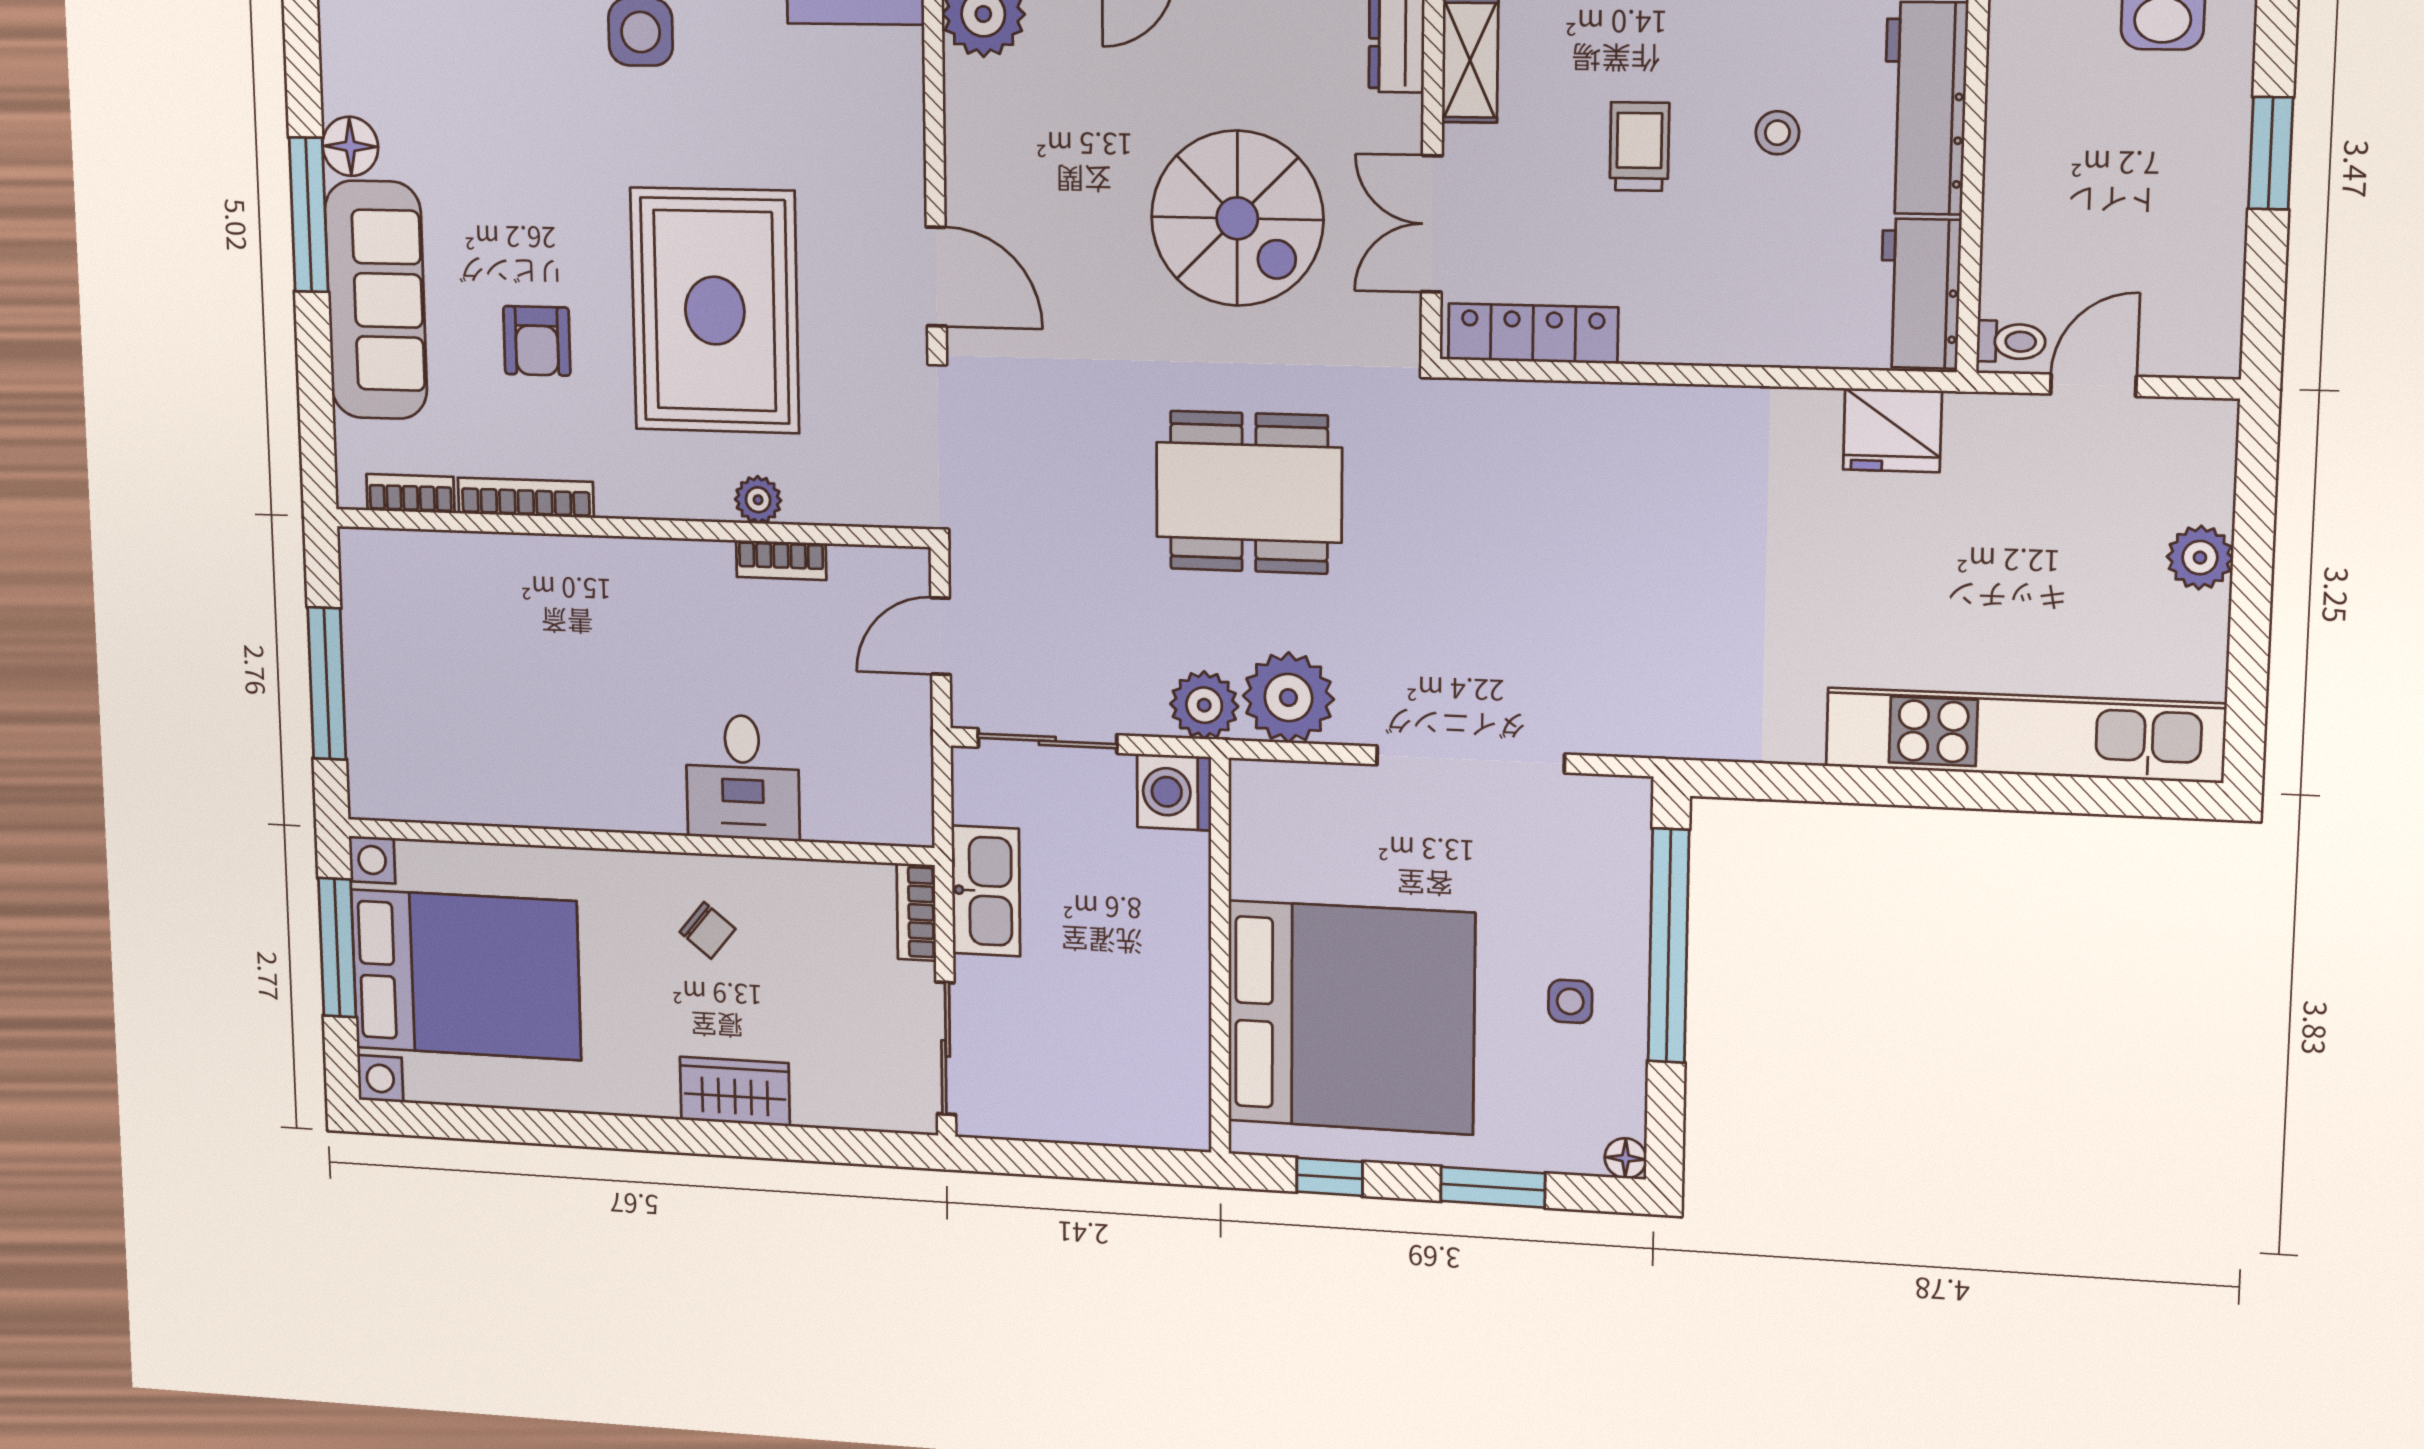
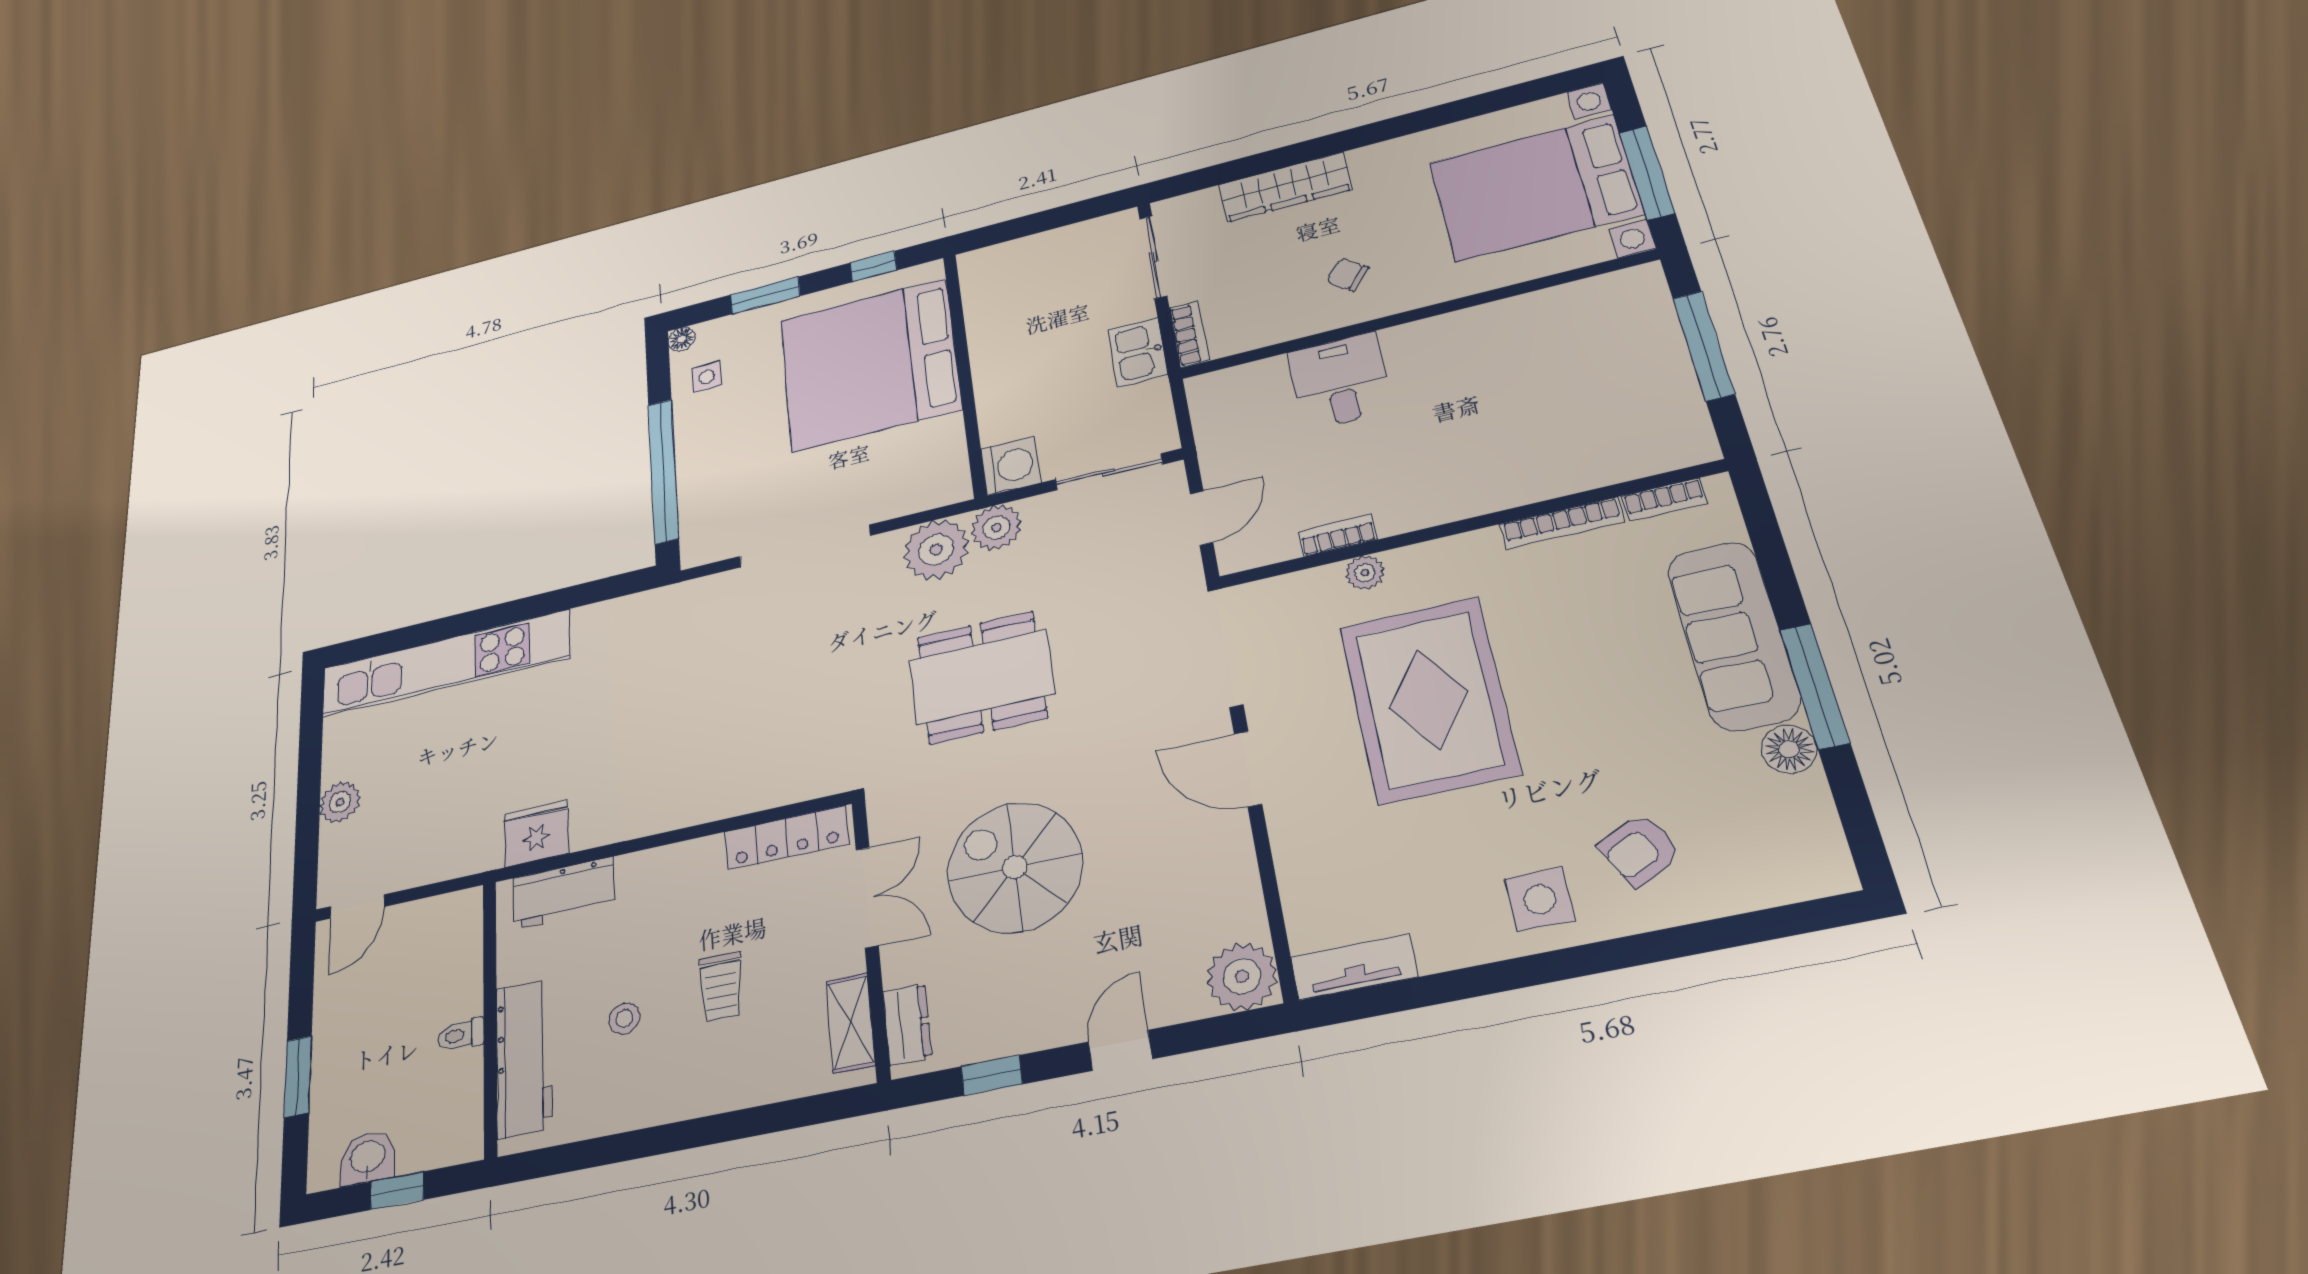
workbench: (1920, 294) -> (564, 893), moved, turned 90
armchair: (537, 341) -> (1640, 850), moved, turned -116
toilet: (2011, 341) -> (461, 1035), moved
door: (2093, 385) -> (357, 907), moved
kitchen sink: (986, 891) -> (1138, 352), width x0.73
side table: (1570, 1001) -> (707, 377), moved
wardrobe: (735, 1091) -> (1285, 187), width x1.50

